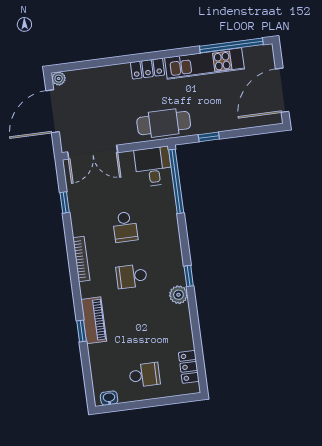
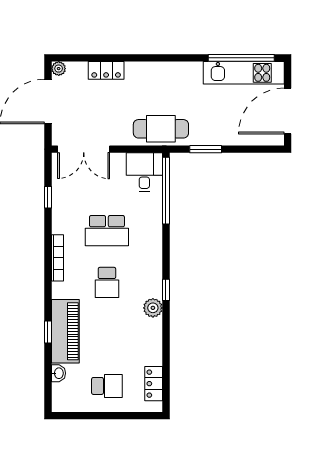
kitchen unit: (204, 63) -> (244, 73), moved
locker: (147, 69) -> (106, 70), moved
window: (209, 137) -> (206, 149), width x1.50
school desk: (125, 227) -> (107, 231), width x1.85
school desk: (132, 276) -> (107, 282), turned -90
piano: (94, 320) -> (65, 331), width x1.37, depth x1.33
washbasin: (109, 398) -> (58, 373), moved, turned 90

